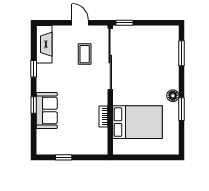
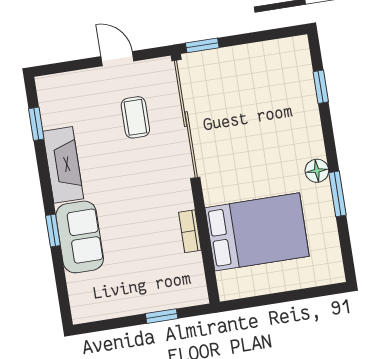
fireplace: (44, 44) -> (63, 165), moved
window: (181, 53) -> (321, 87), width x0.67
window: (34, 69) -> (36, 124), moved
window: (64, 157) -> (162, 316), moved

